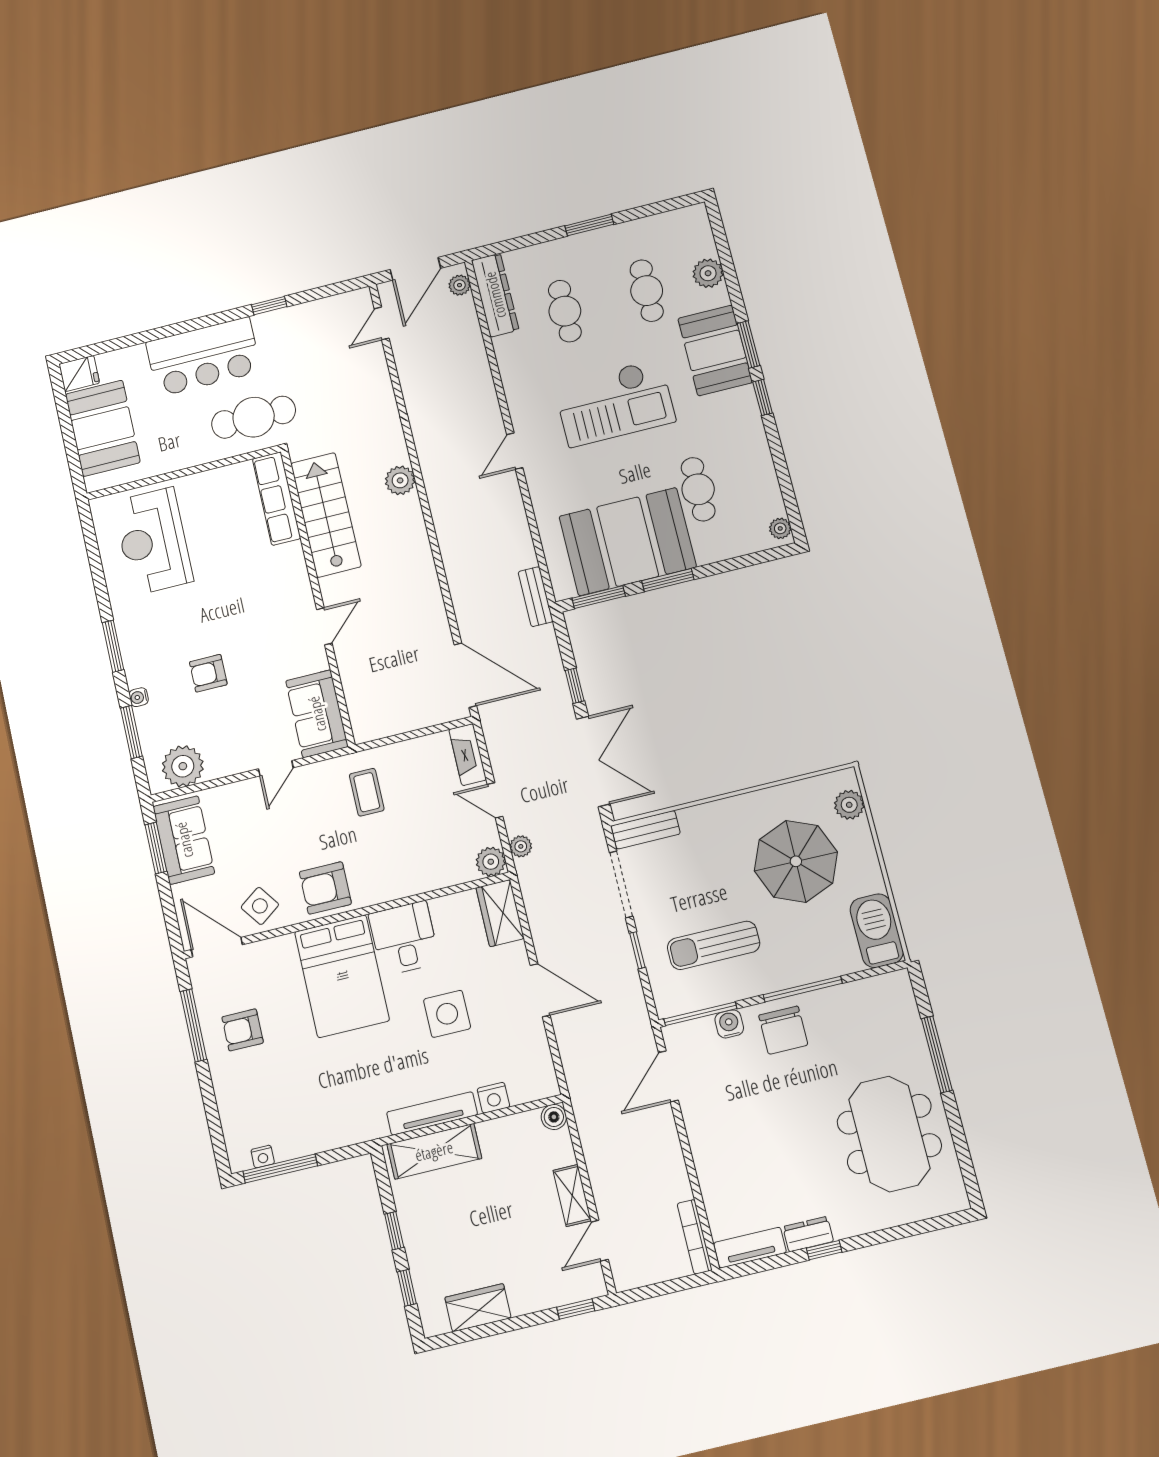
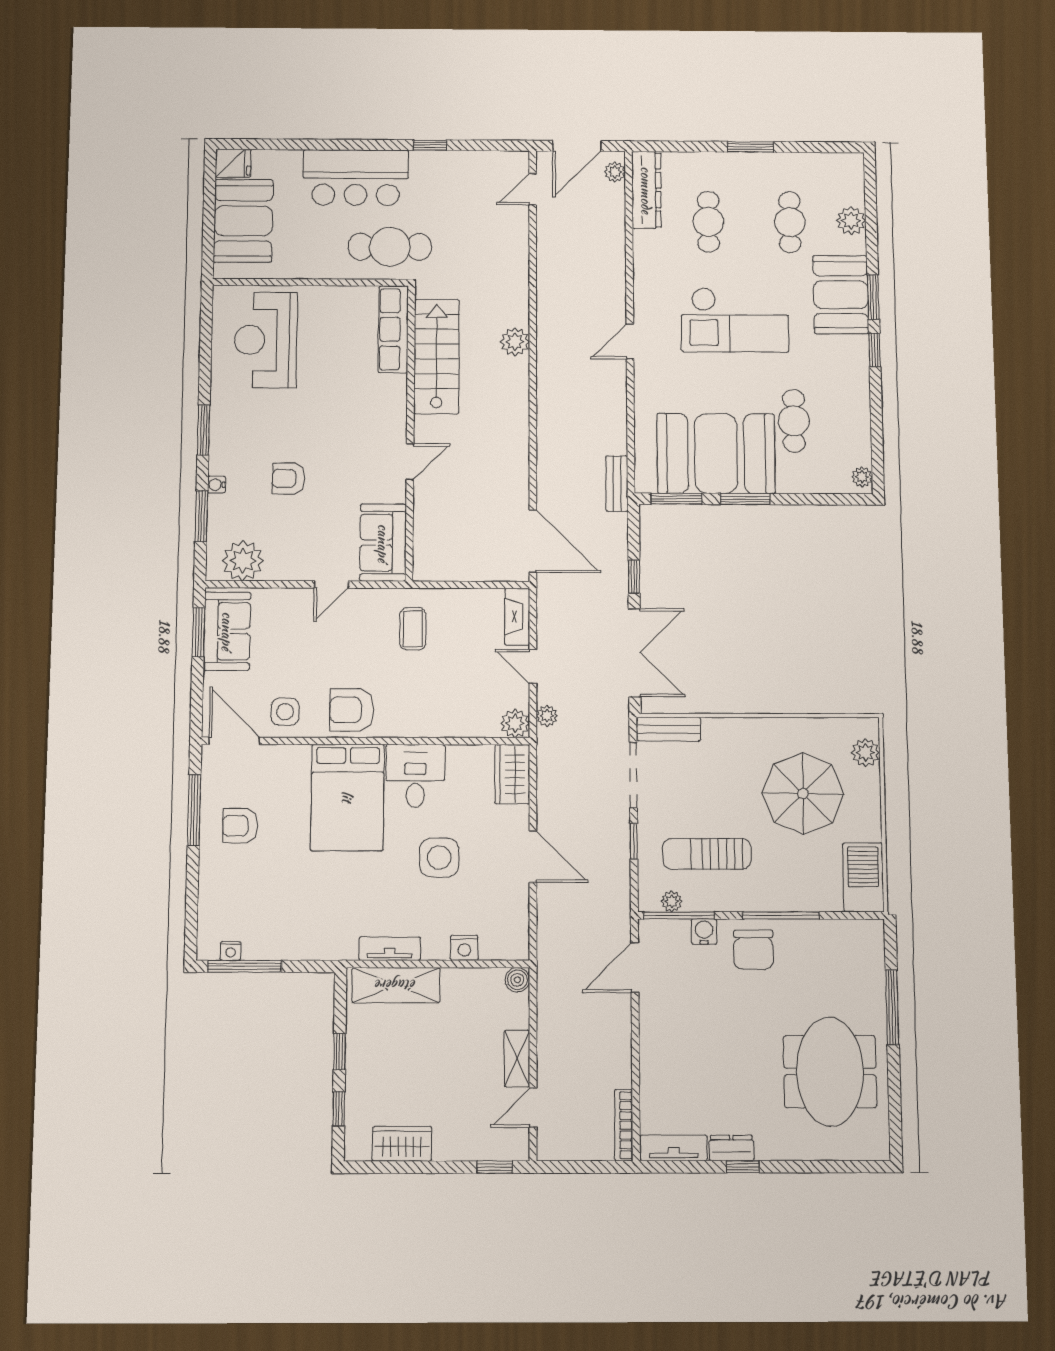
side table: (260, 906) -> (285, 712), turned 36
plant: (690, 1002) -> (672, 901), added
tv unit: (432, 1113) -> (390, 949), width x0.71

